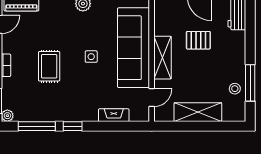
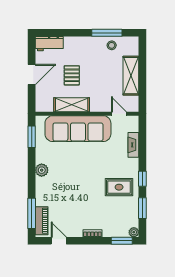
side table: (91, 57) -> (85, 163), removed
shelving: (162, 58) -> (72, 105), moved
rug: (49, 66) -> (119, 187), moved
window: (37, 126) -> (142, 208), width x0.69

